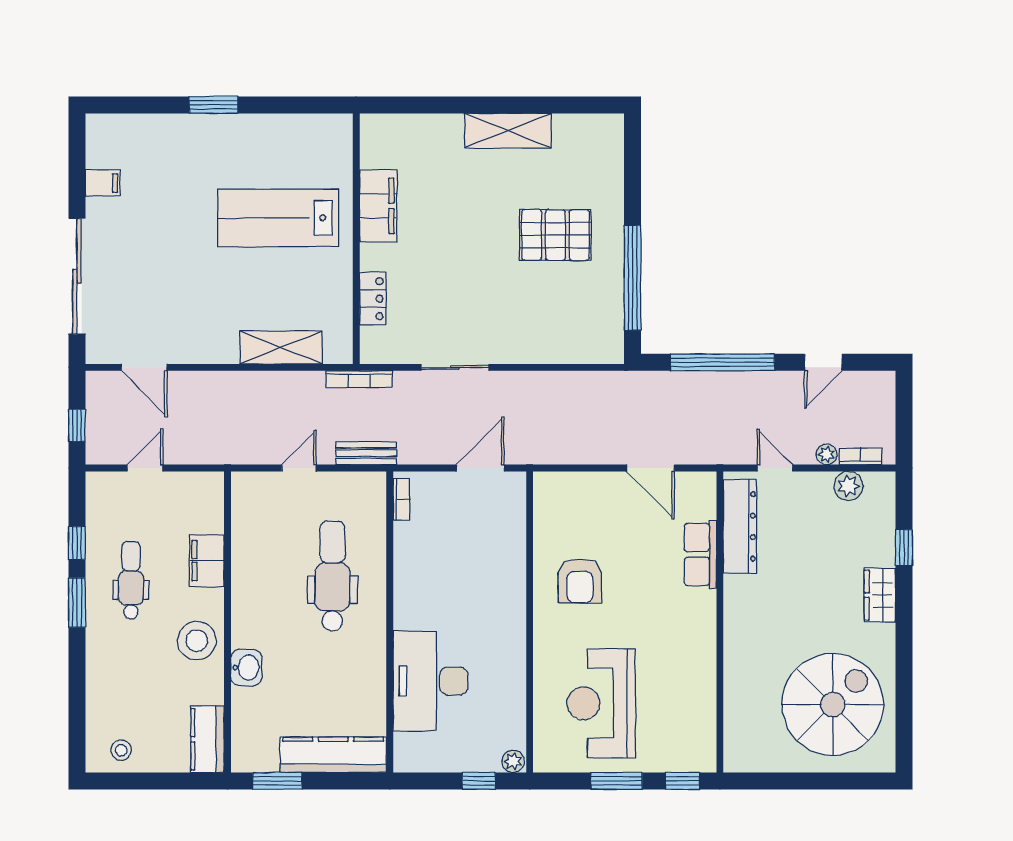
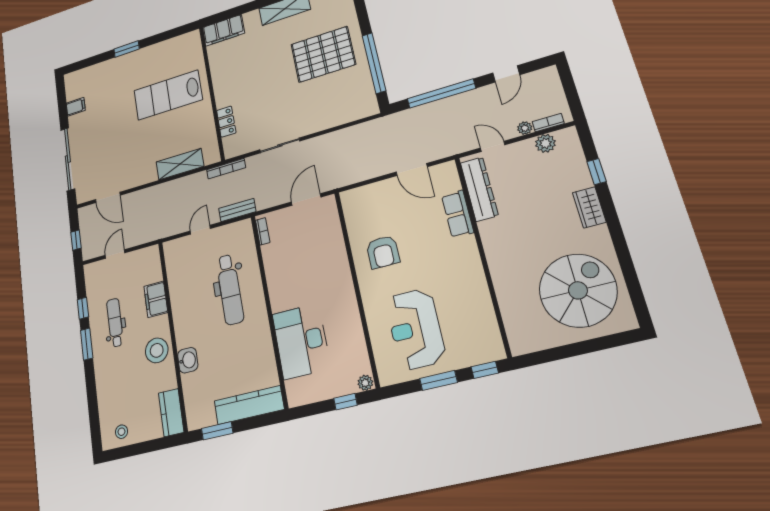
filing cabinet: (378, 206) -> (223, 30), moved, turned 90
pallet: (555, 235) -> (323, 54), width x1.37, depth x1.41
dental chair: (332, 576) -> (230, 289), turned 180

